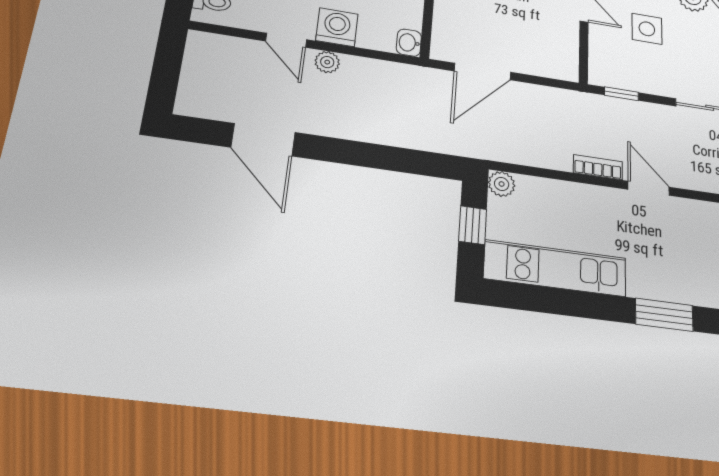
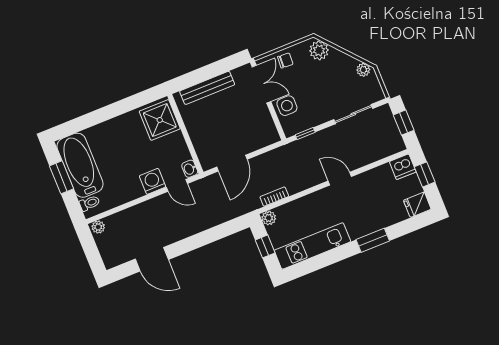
side table: (647, 29) -> (287, 106), moved
door: (286, 40) -> (177, 185), moved
plant: (327, 62) -> (98, 227), moved
bookcase: (598, 167) -> (274, 197), moved

